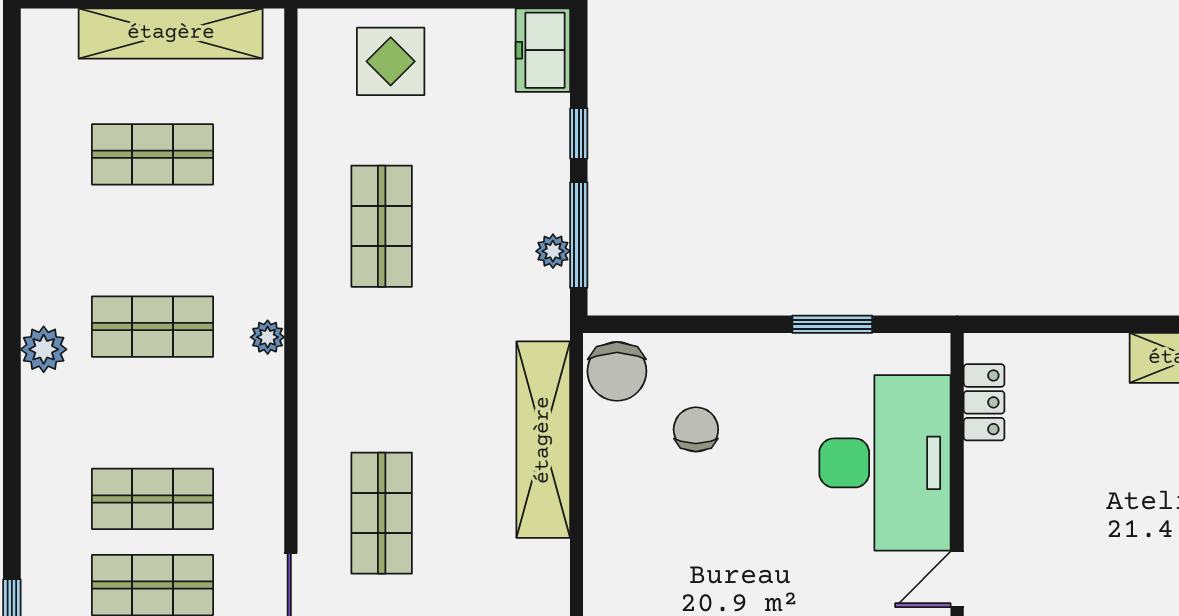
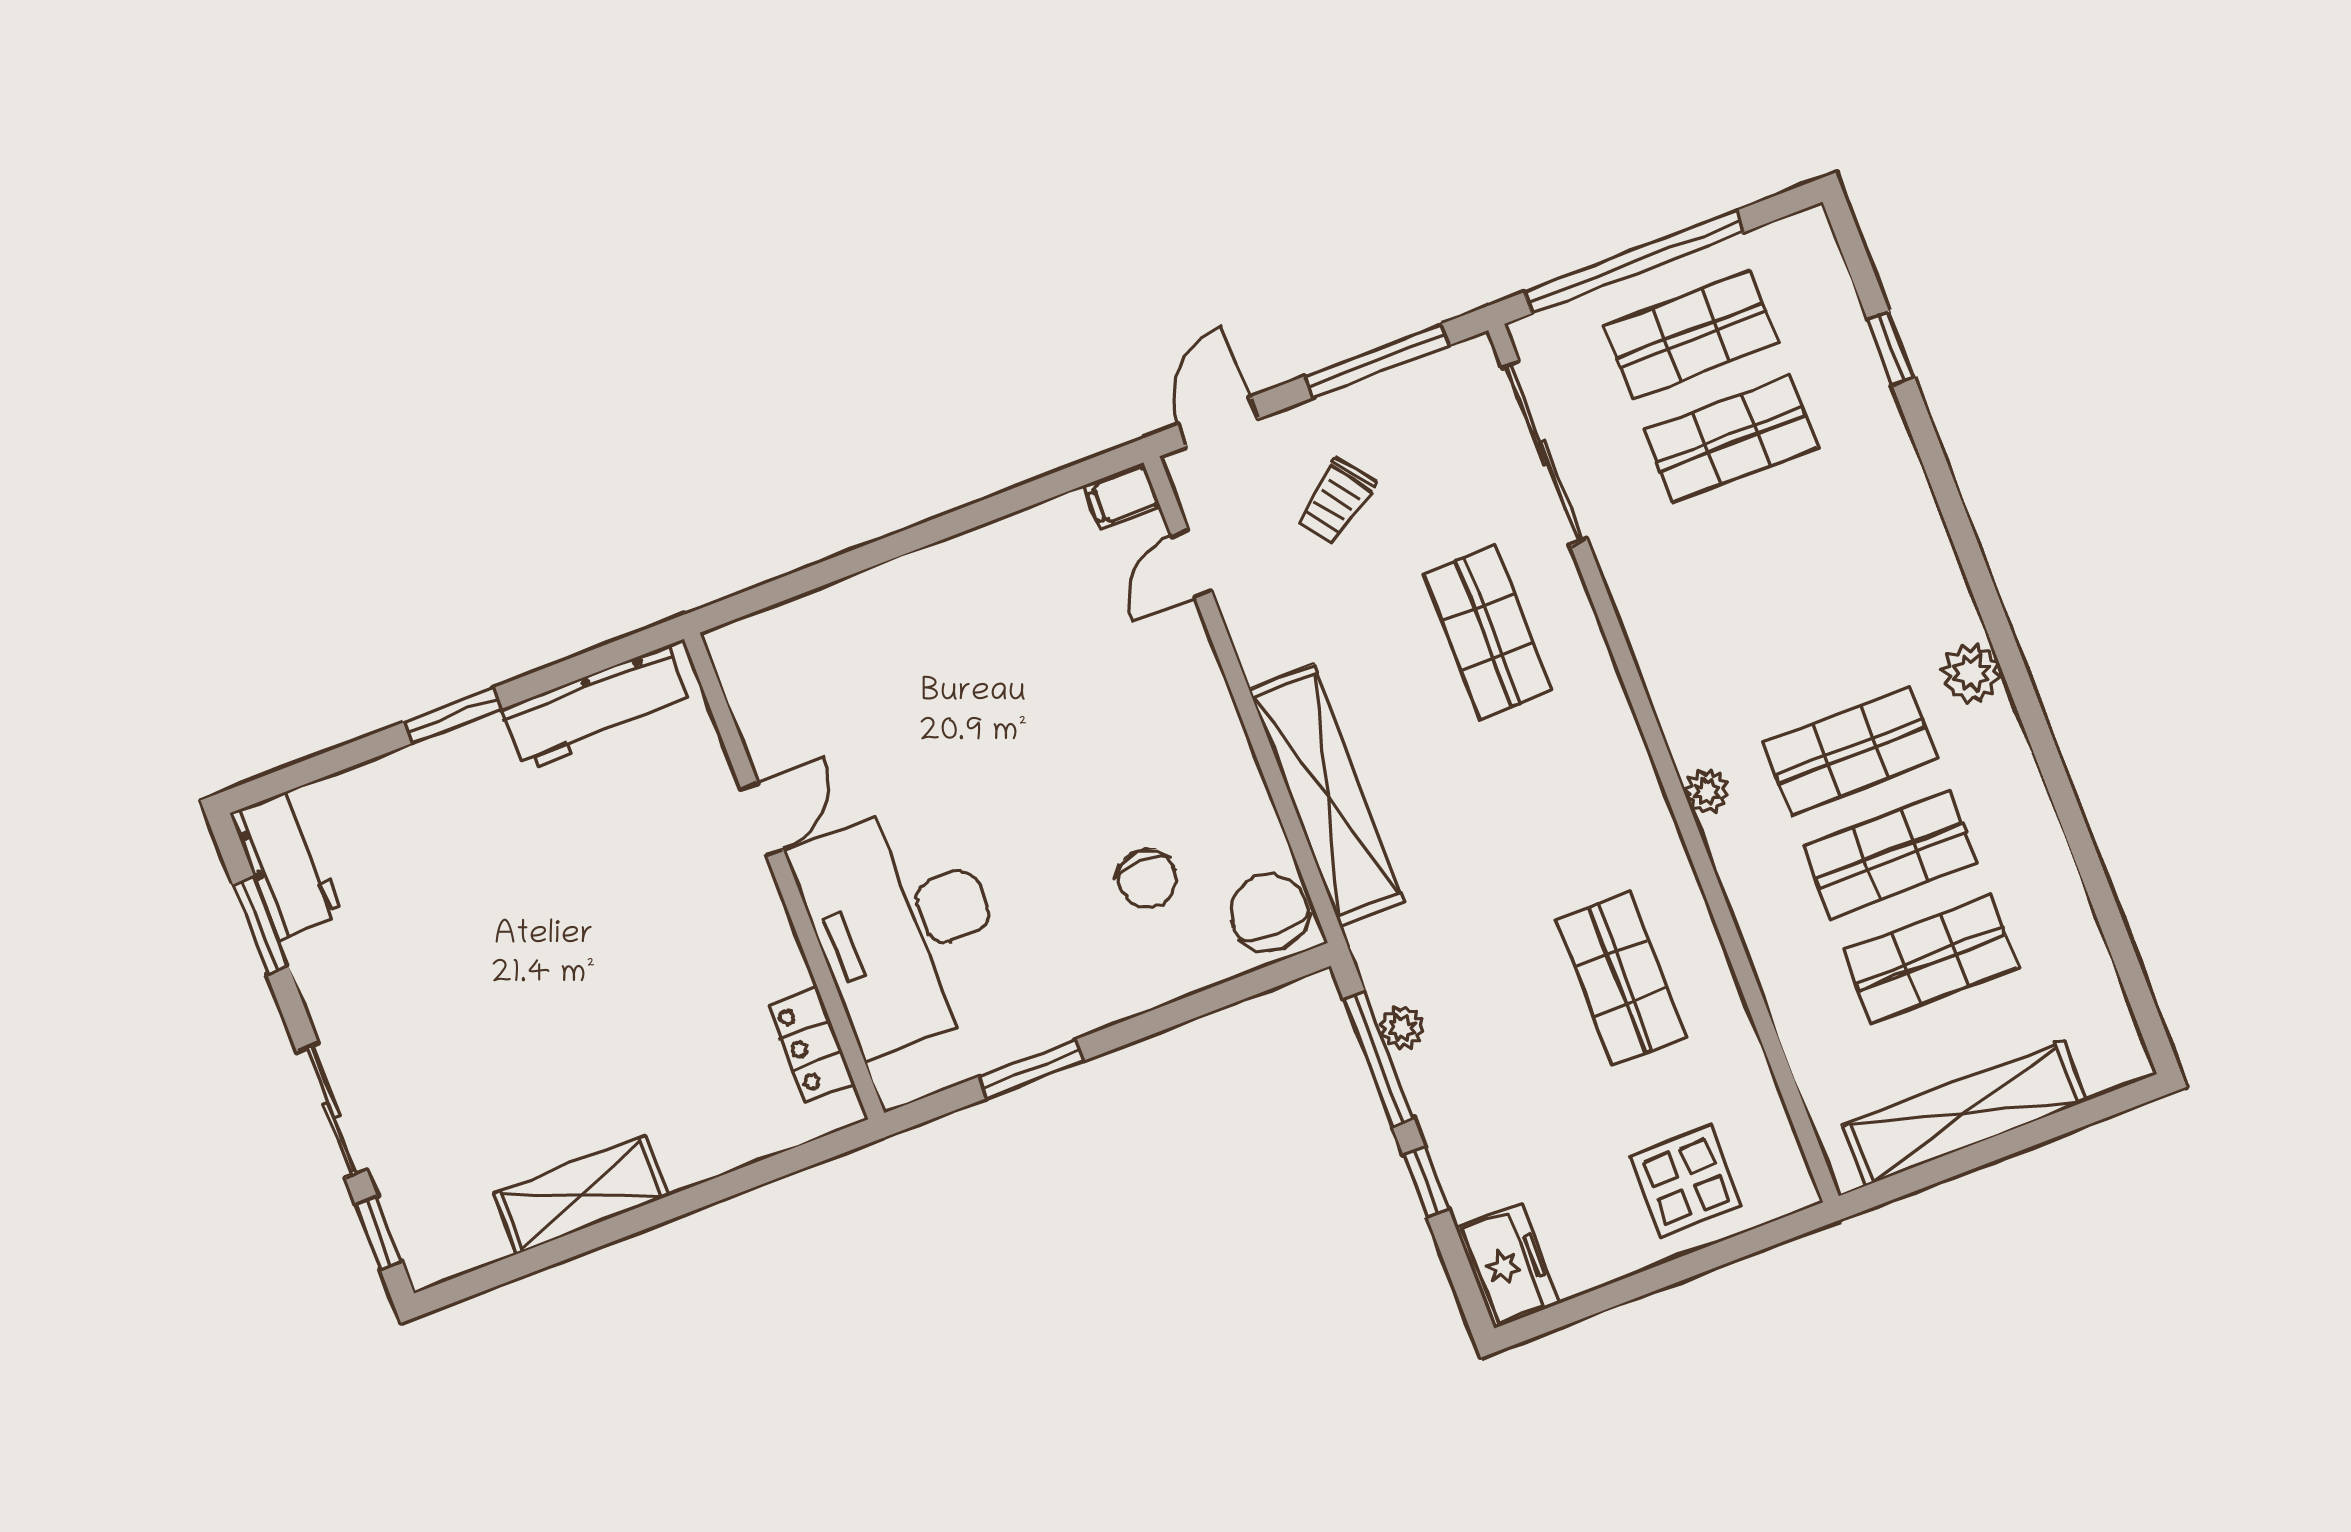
shop shelf: (153, 499) -> (1891, 855), moved

